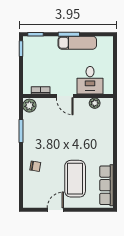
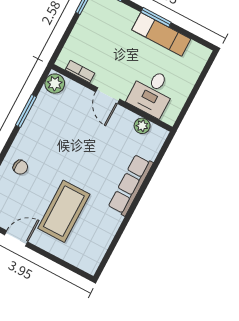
row of seats: (107, 185) -> (131, 185), moved

